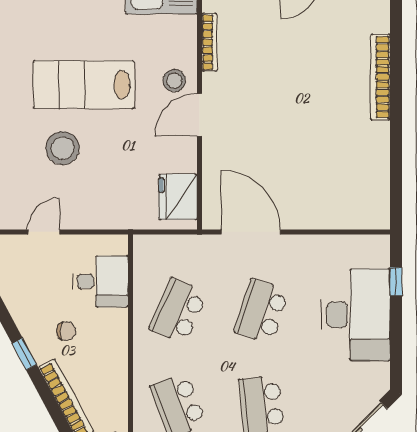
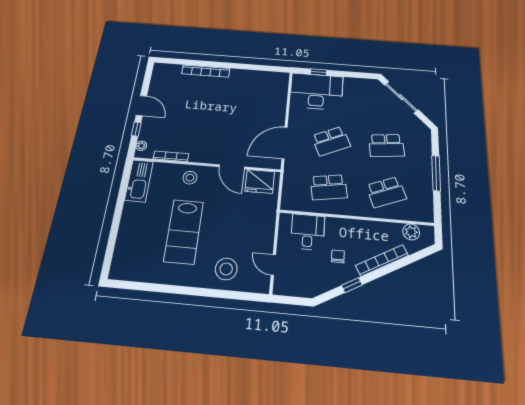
door: (200, 115) -> (232, 167), moved
stool: (63, 148) -> (226, 269), moved
school desk: (178, 311) -> (329, 187), turned -33
school desk: (261, 311) -> (331, 141), turned -42
desk: (356, 315) -> (316, 91), moved

